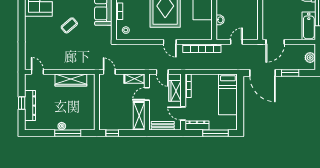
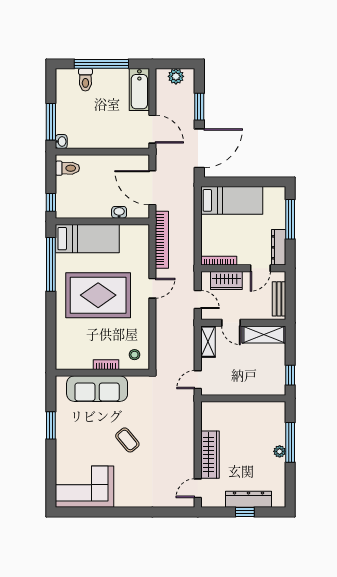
bathtub: (309, 26) -> (139, 90), moved, turned 90
door: (236, 42) -> (152, 188), width x1.87
door: (162, 72) -> (198, 300), hinge flipped
wardrobe: (71, 80) -> (210, 455), moved

